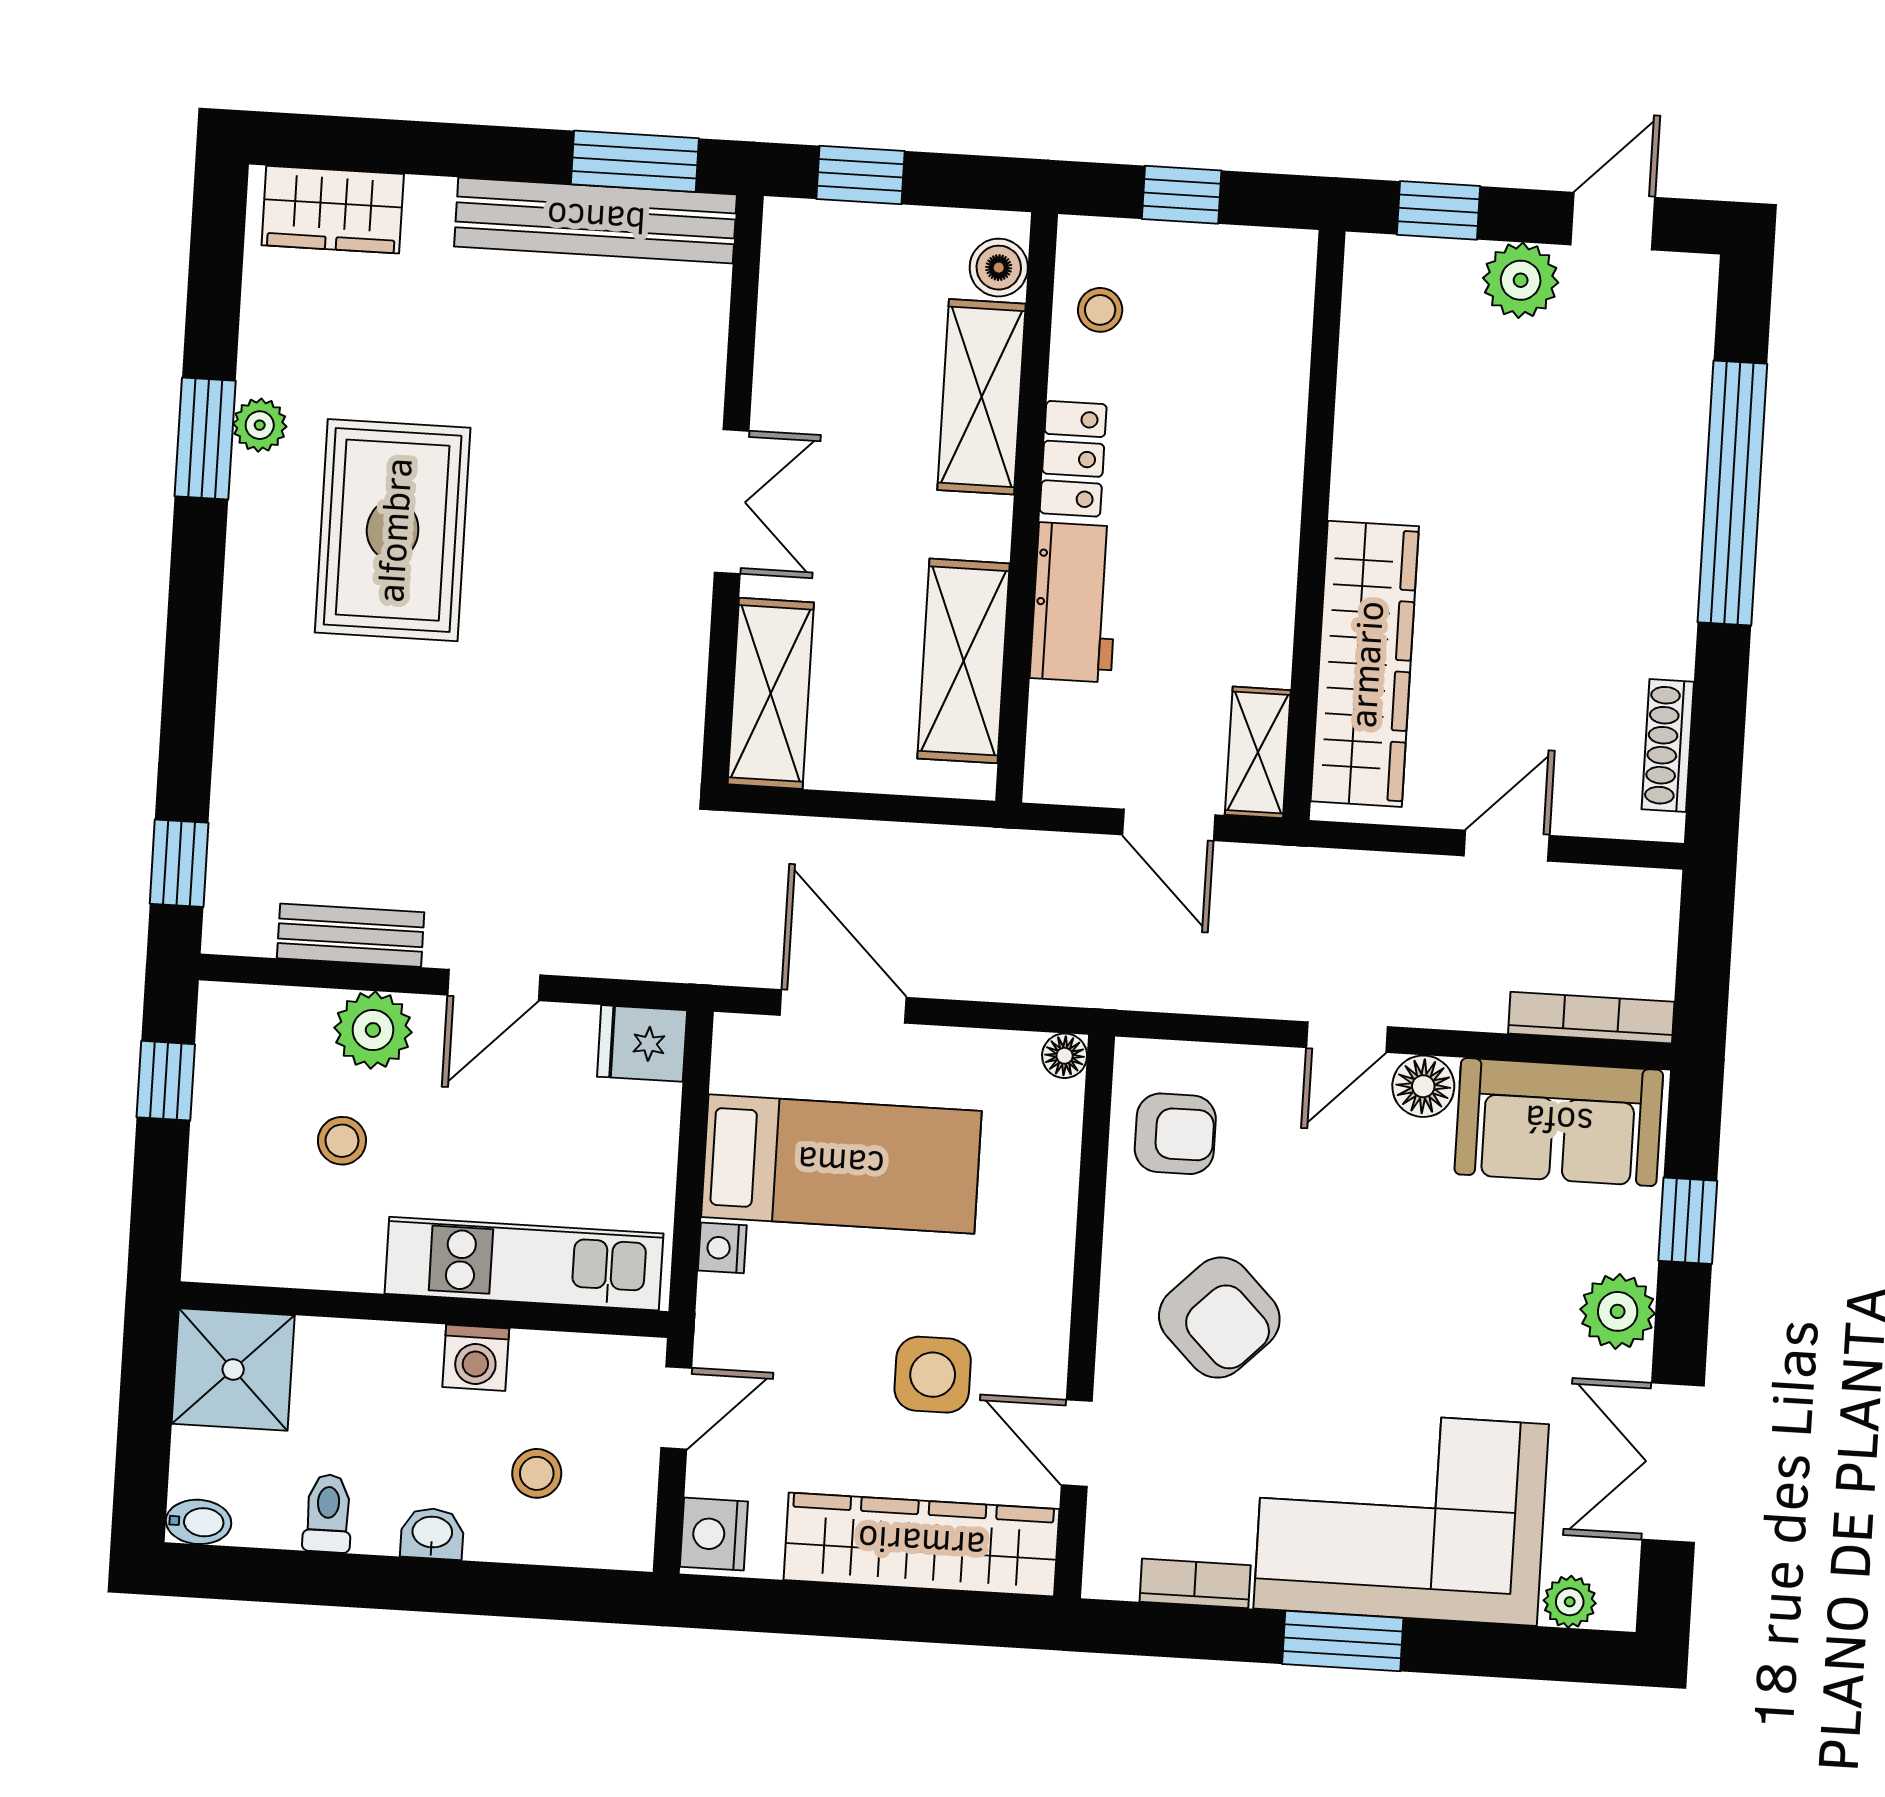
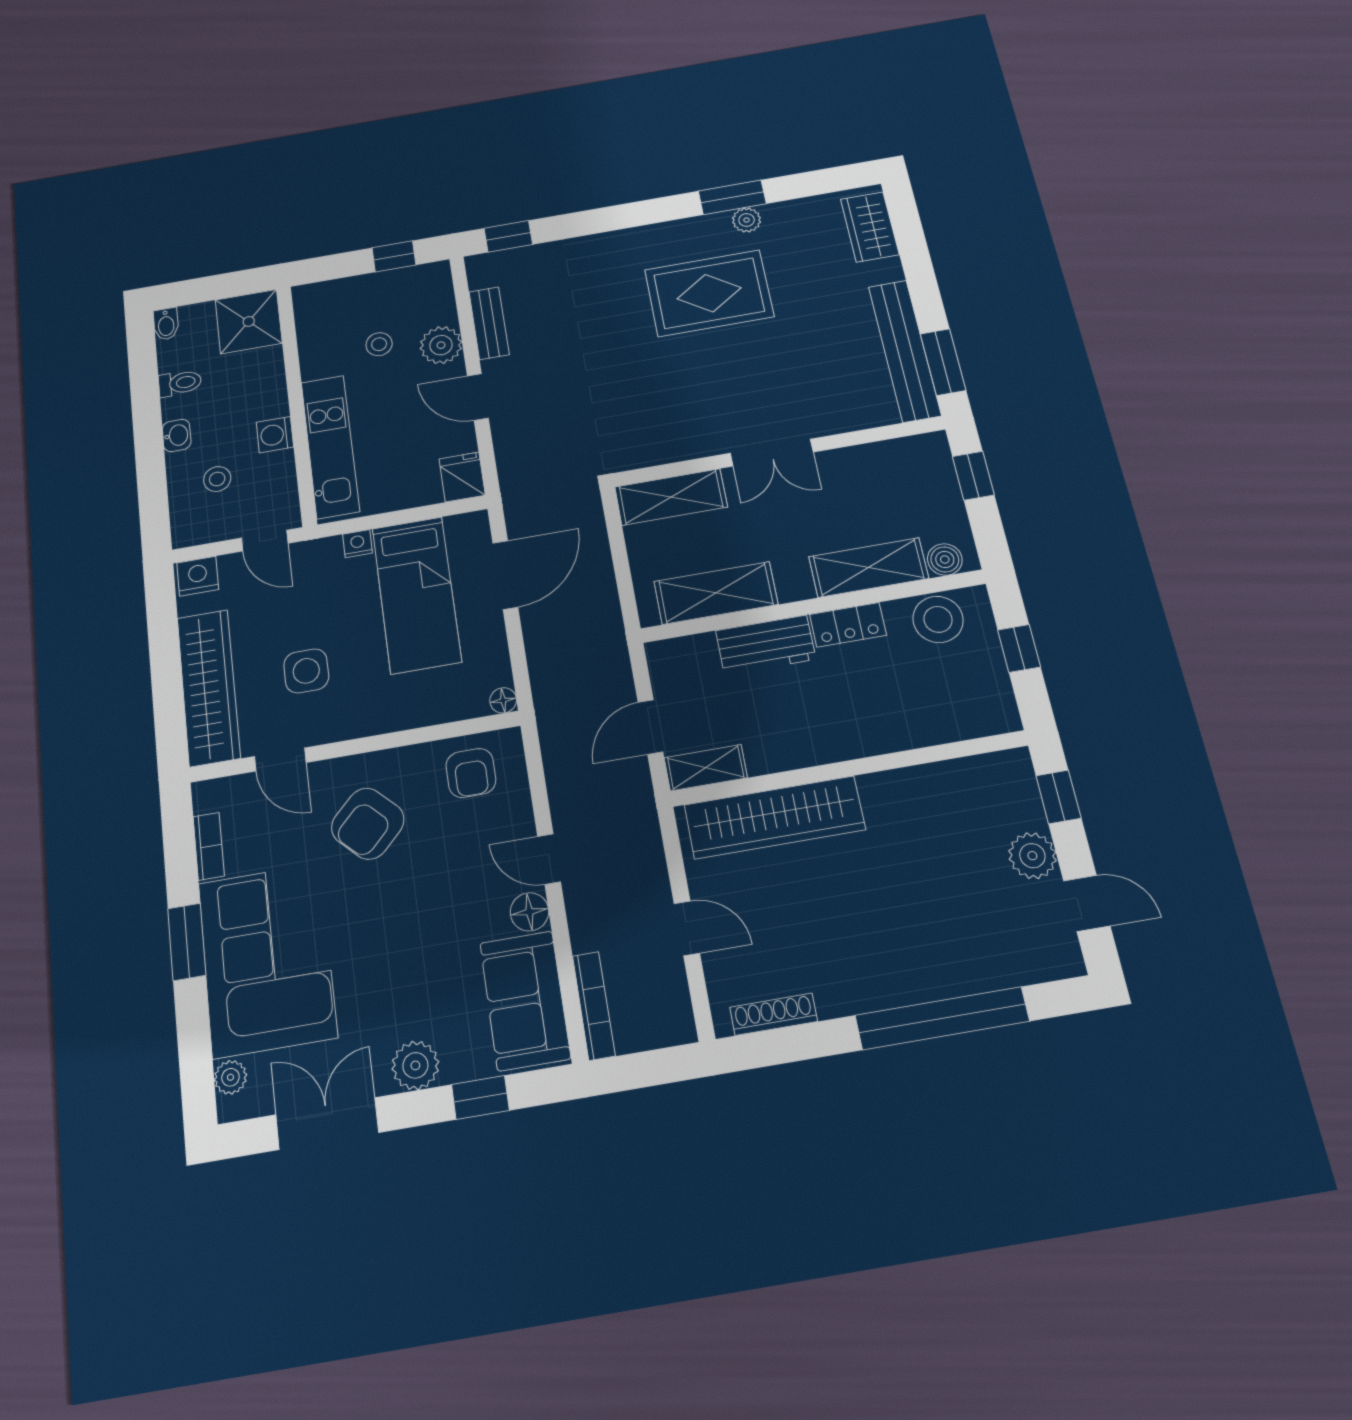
stool: (1100, 310) -> (938, 619), width x1.89, depth x1.89
door: (1077, 1443) -> (280, 759), swing flipped

